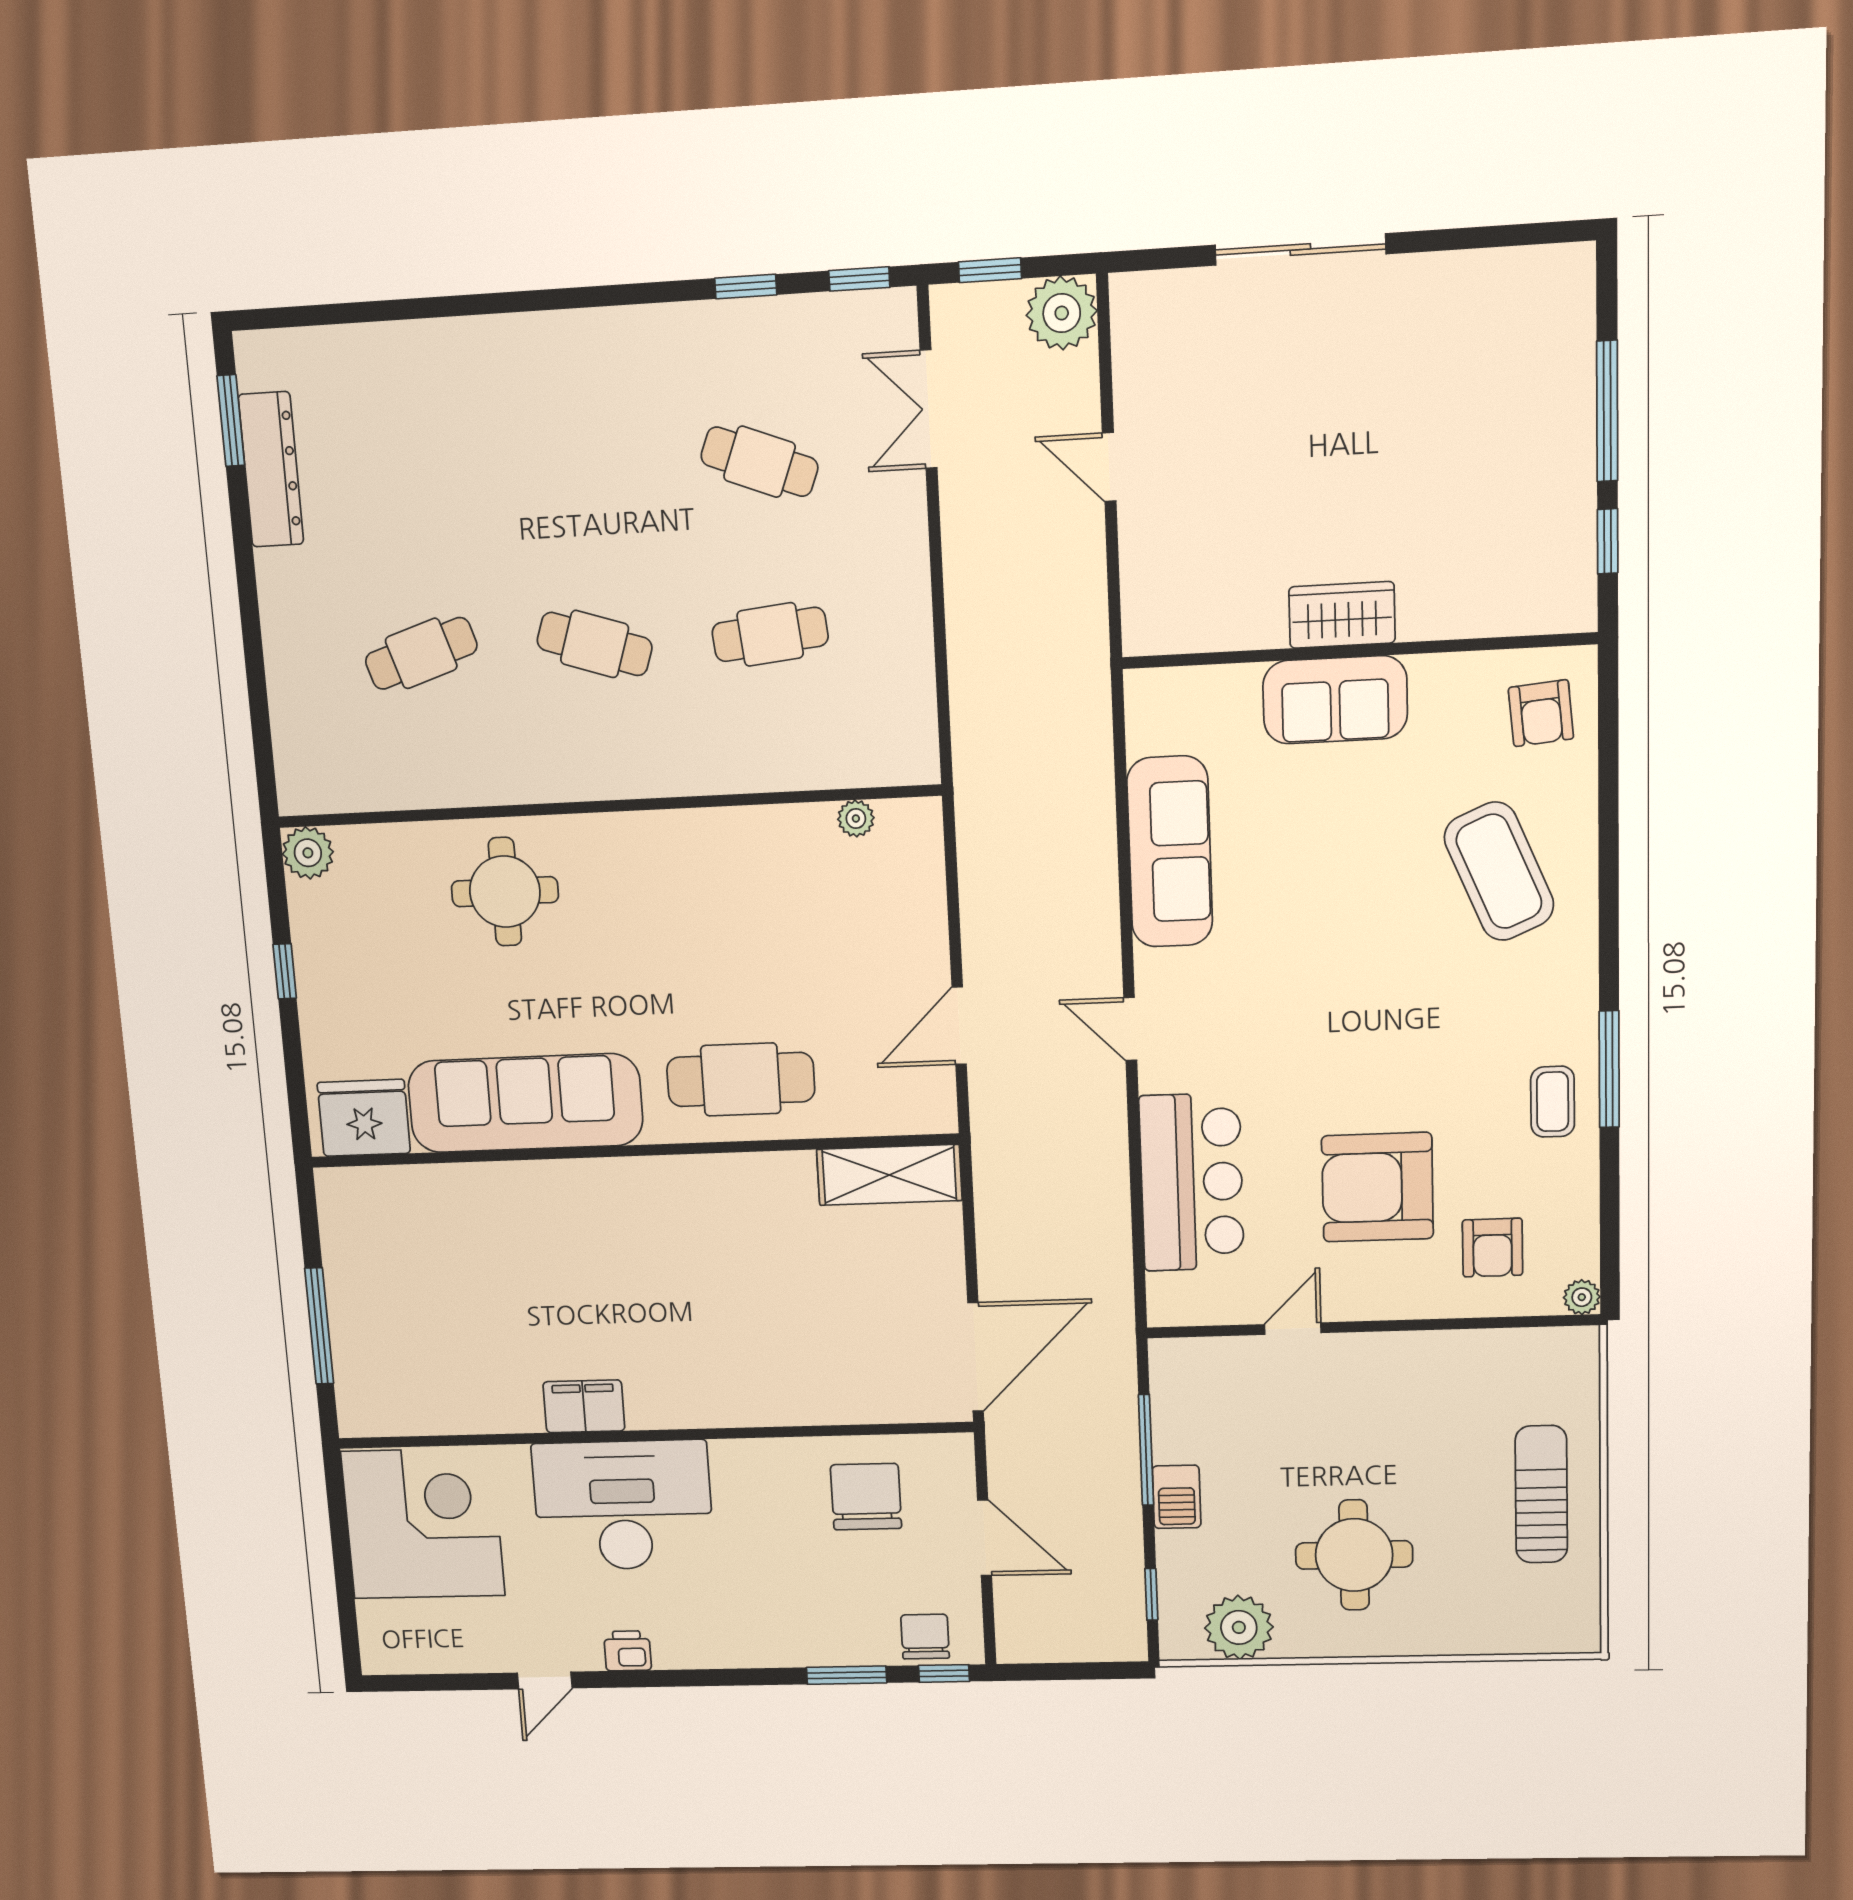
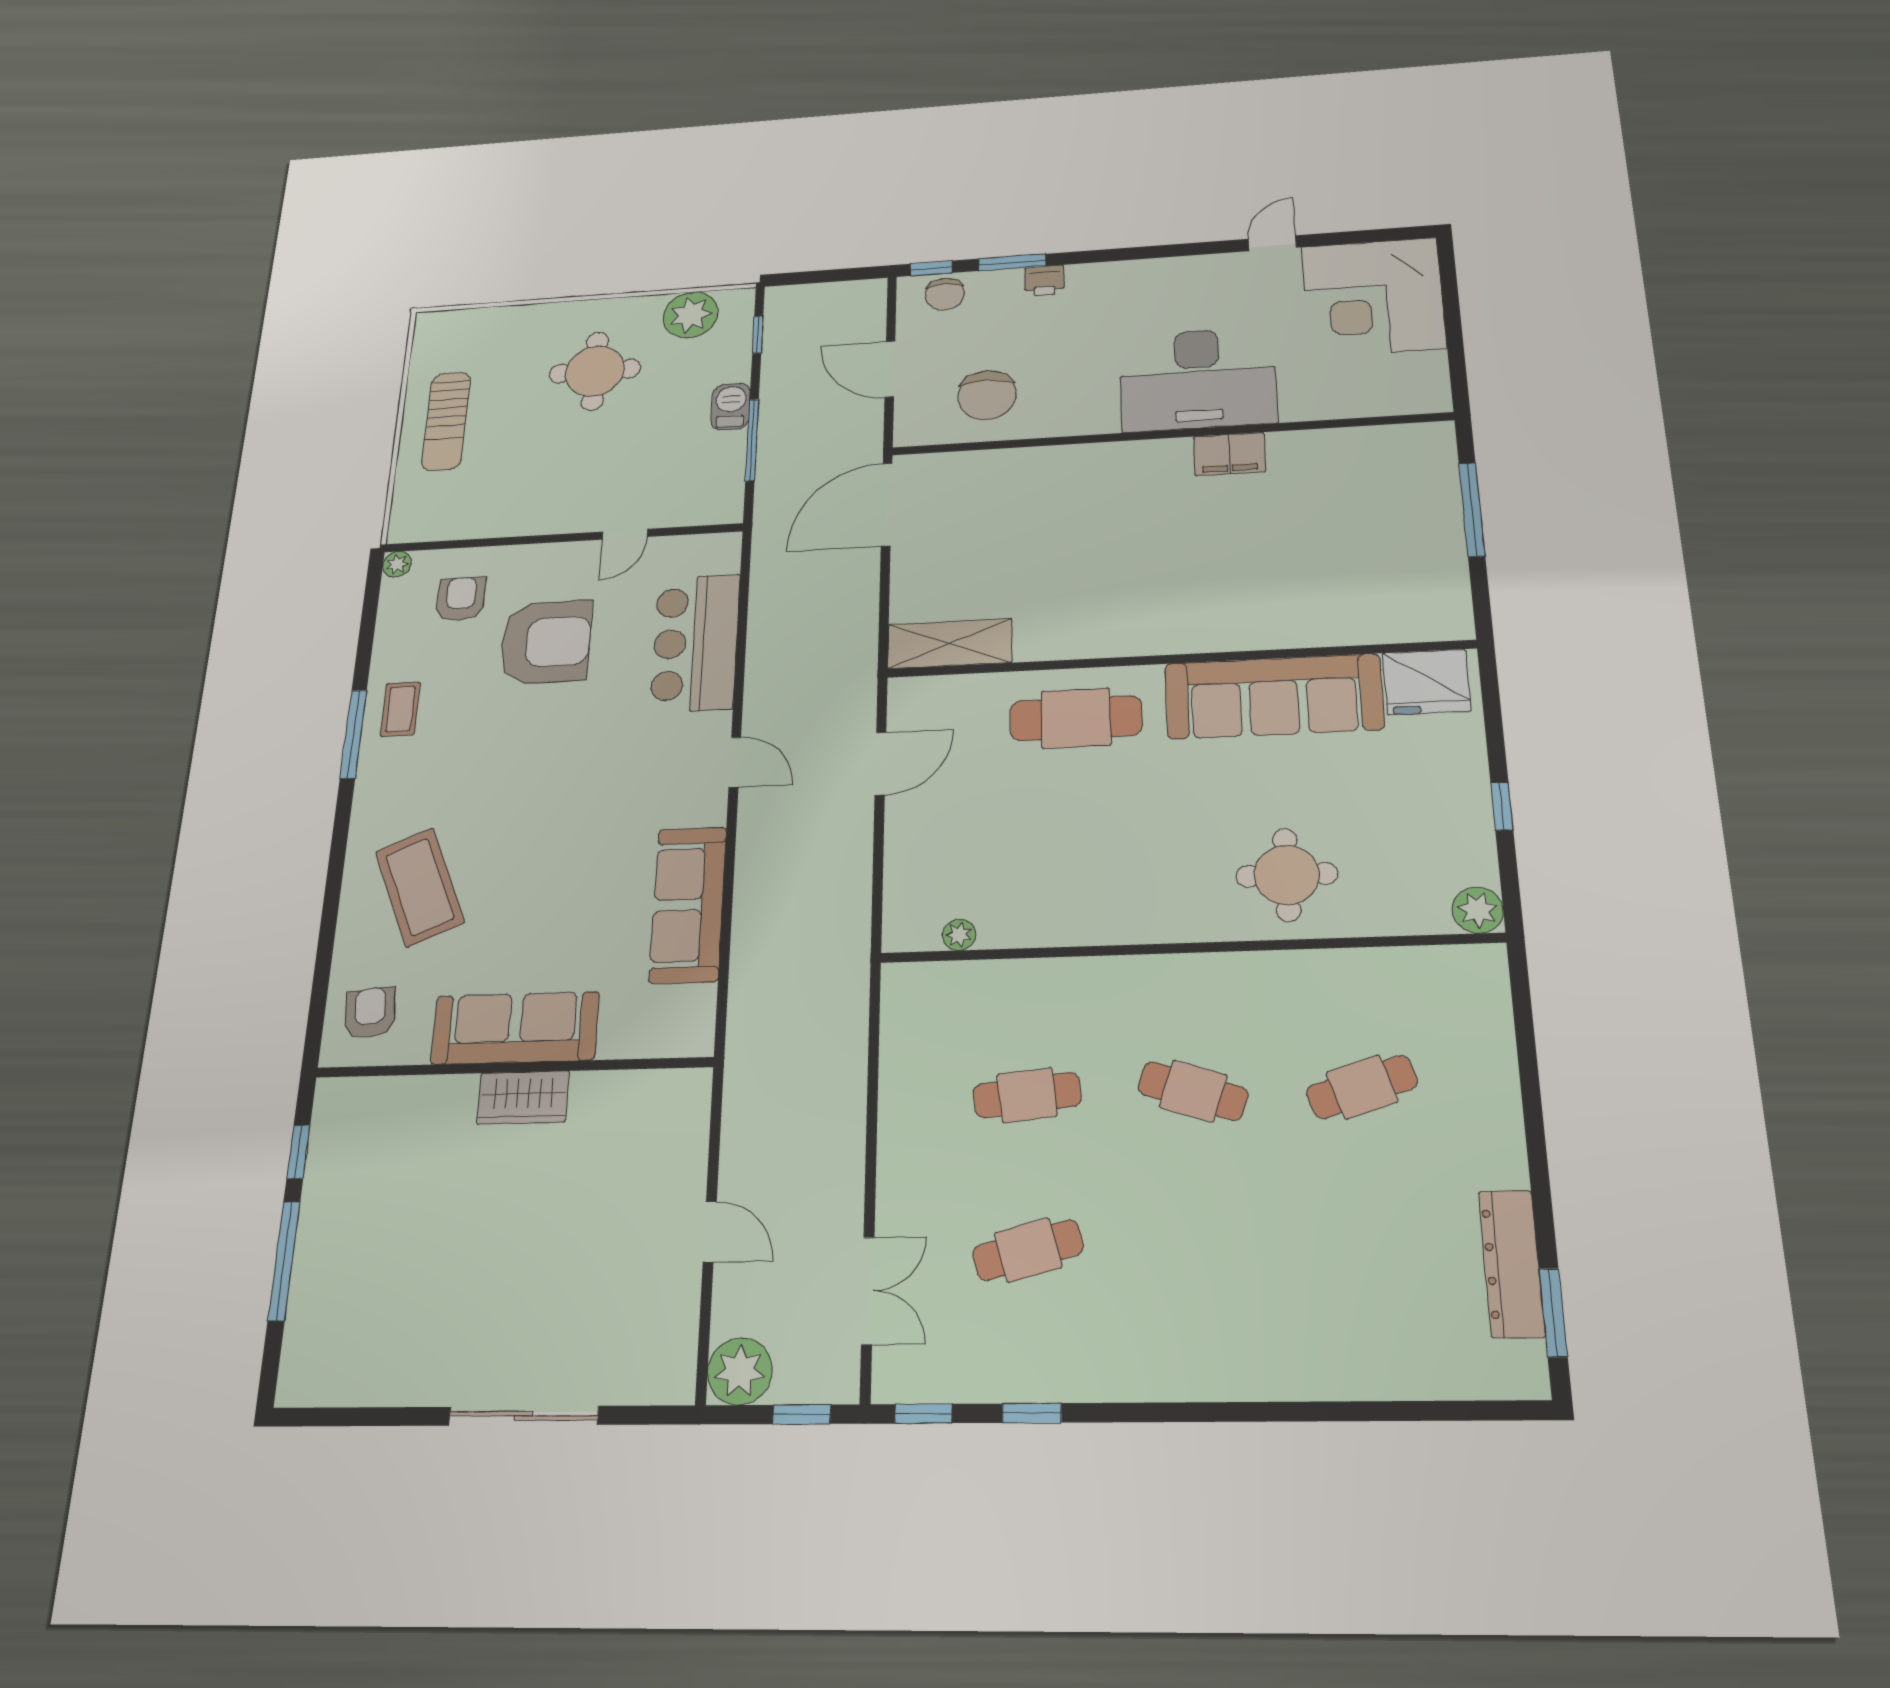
cafe table: (759, 462) -> (1028, 1250), turned -36
sofa: (1335, 700) -> (515, 1028), width x1.36
corner desk: (423, 1523) -> (1373, 297), moved
printer: (627, 1651) -> (1044, 281), moved

